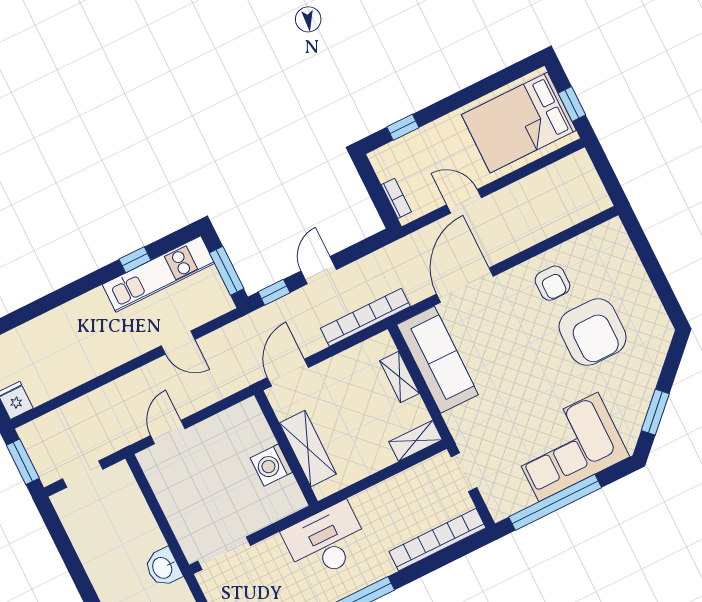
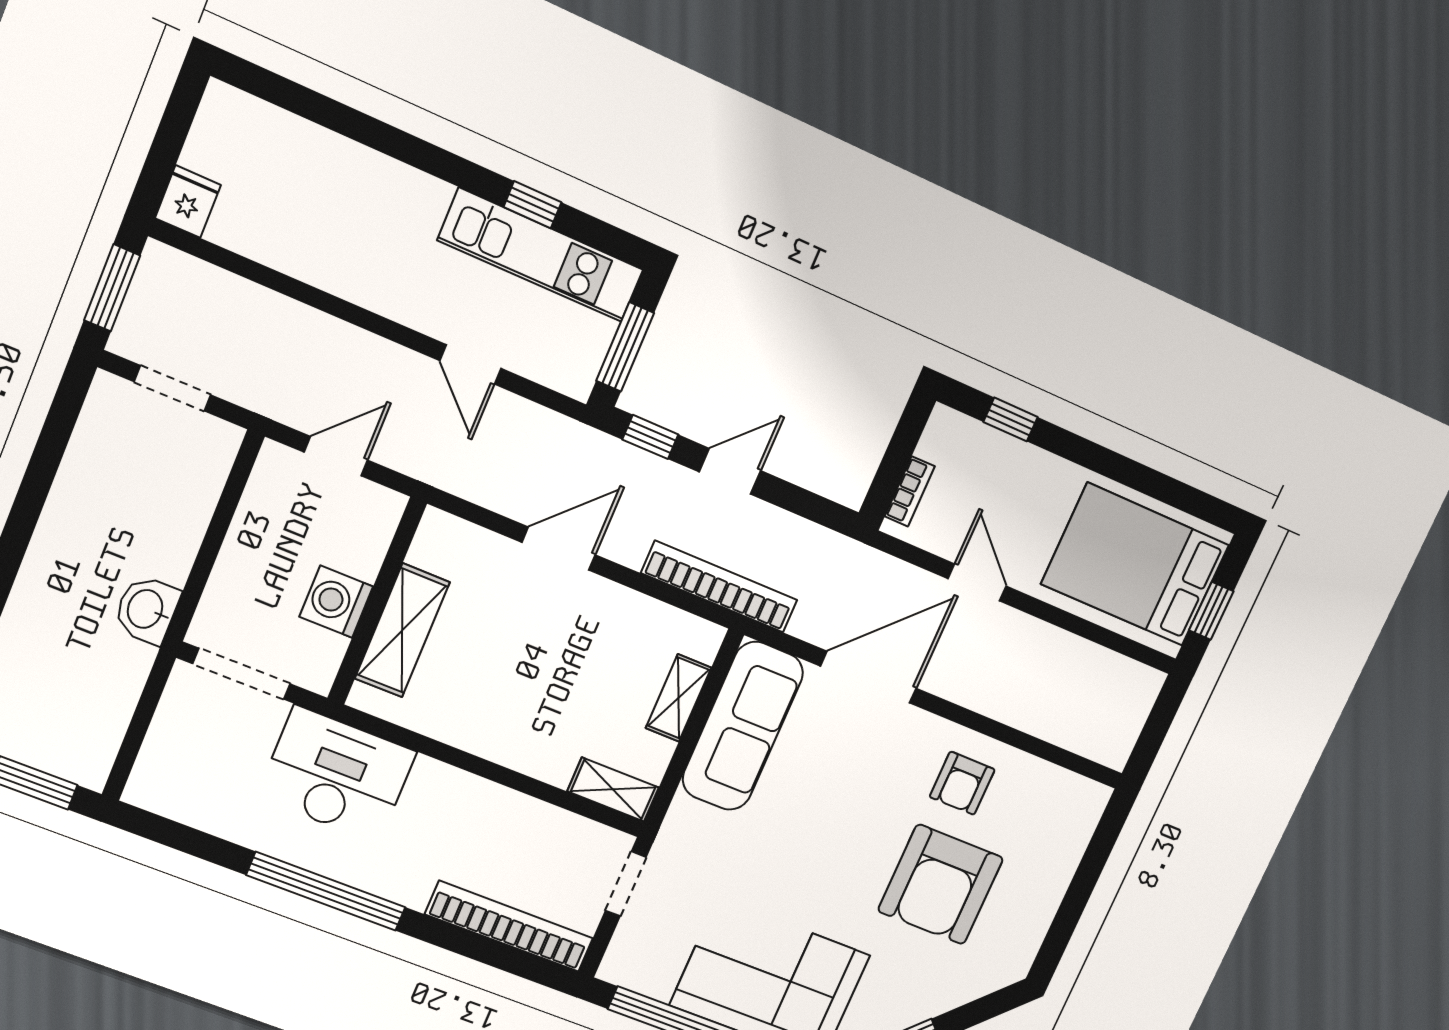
wall: (286, 448) -> (377, 601), moved
shelving: (308, 449) -> (402, 630), moved
washing machine: (271, 465) -> (336, 602), moved
desk: (326, 541) -> (337, 775), moved

